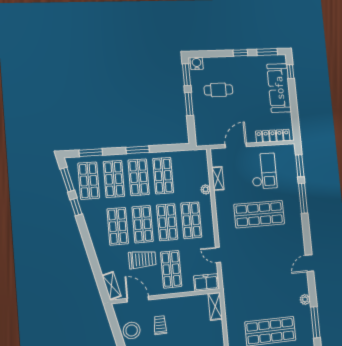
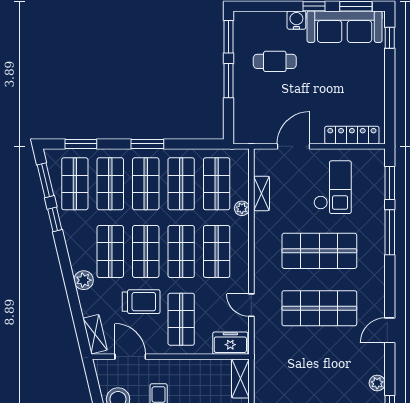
water cooler: (197, 63) -> (296, 20), moved
sofa: (279, 88) -> (345, 27), moved, turned -90
shop shelf: (187, 174) -> (217, 184), added
plant: (100, 248) -> (84, 280), added
shop shelf: (263, 253) -> (319, 308), added

